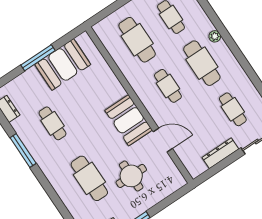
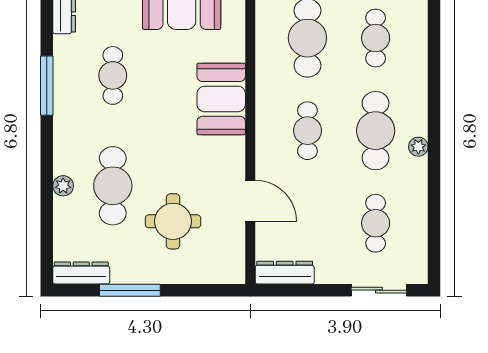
plant: (215, 36) -> (418, 147), moved
booth: (129, 120) -> (221, 99), moved
dresser: (220, 153) -> (285, 273), moved
plant: (65, 195) -> (63, 186), added

